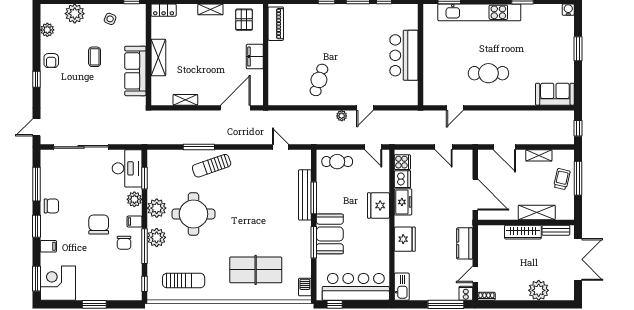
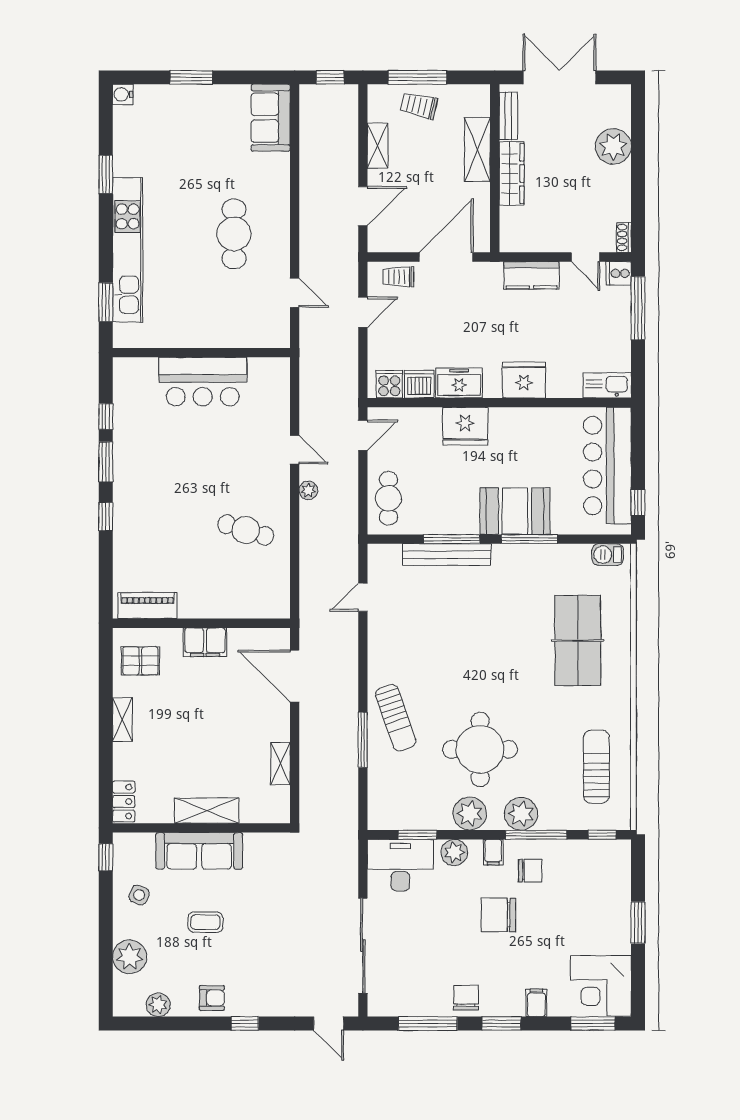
sofa: (135, 71) -> (199, 851), moved
trolley: (464, 167) -> (398, 277), added

